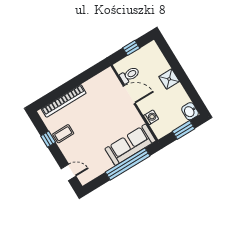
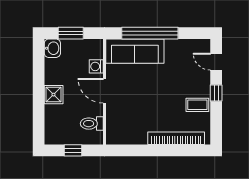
door: (129, 95) -> (104, 91), moved
window: (48, 139) -> (216, 93), moved

